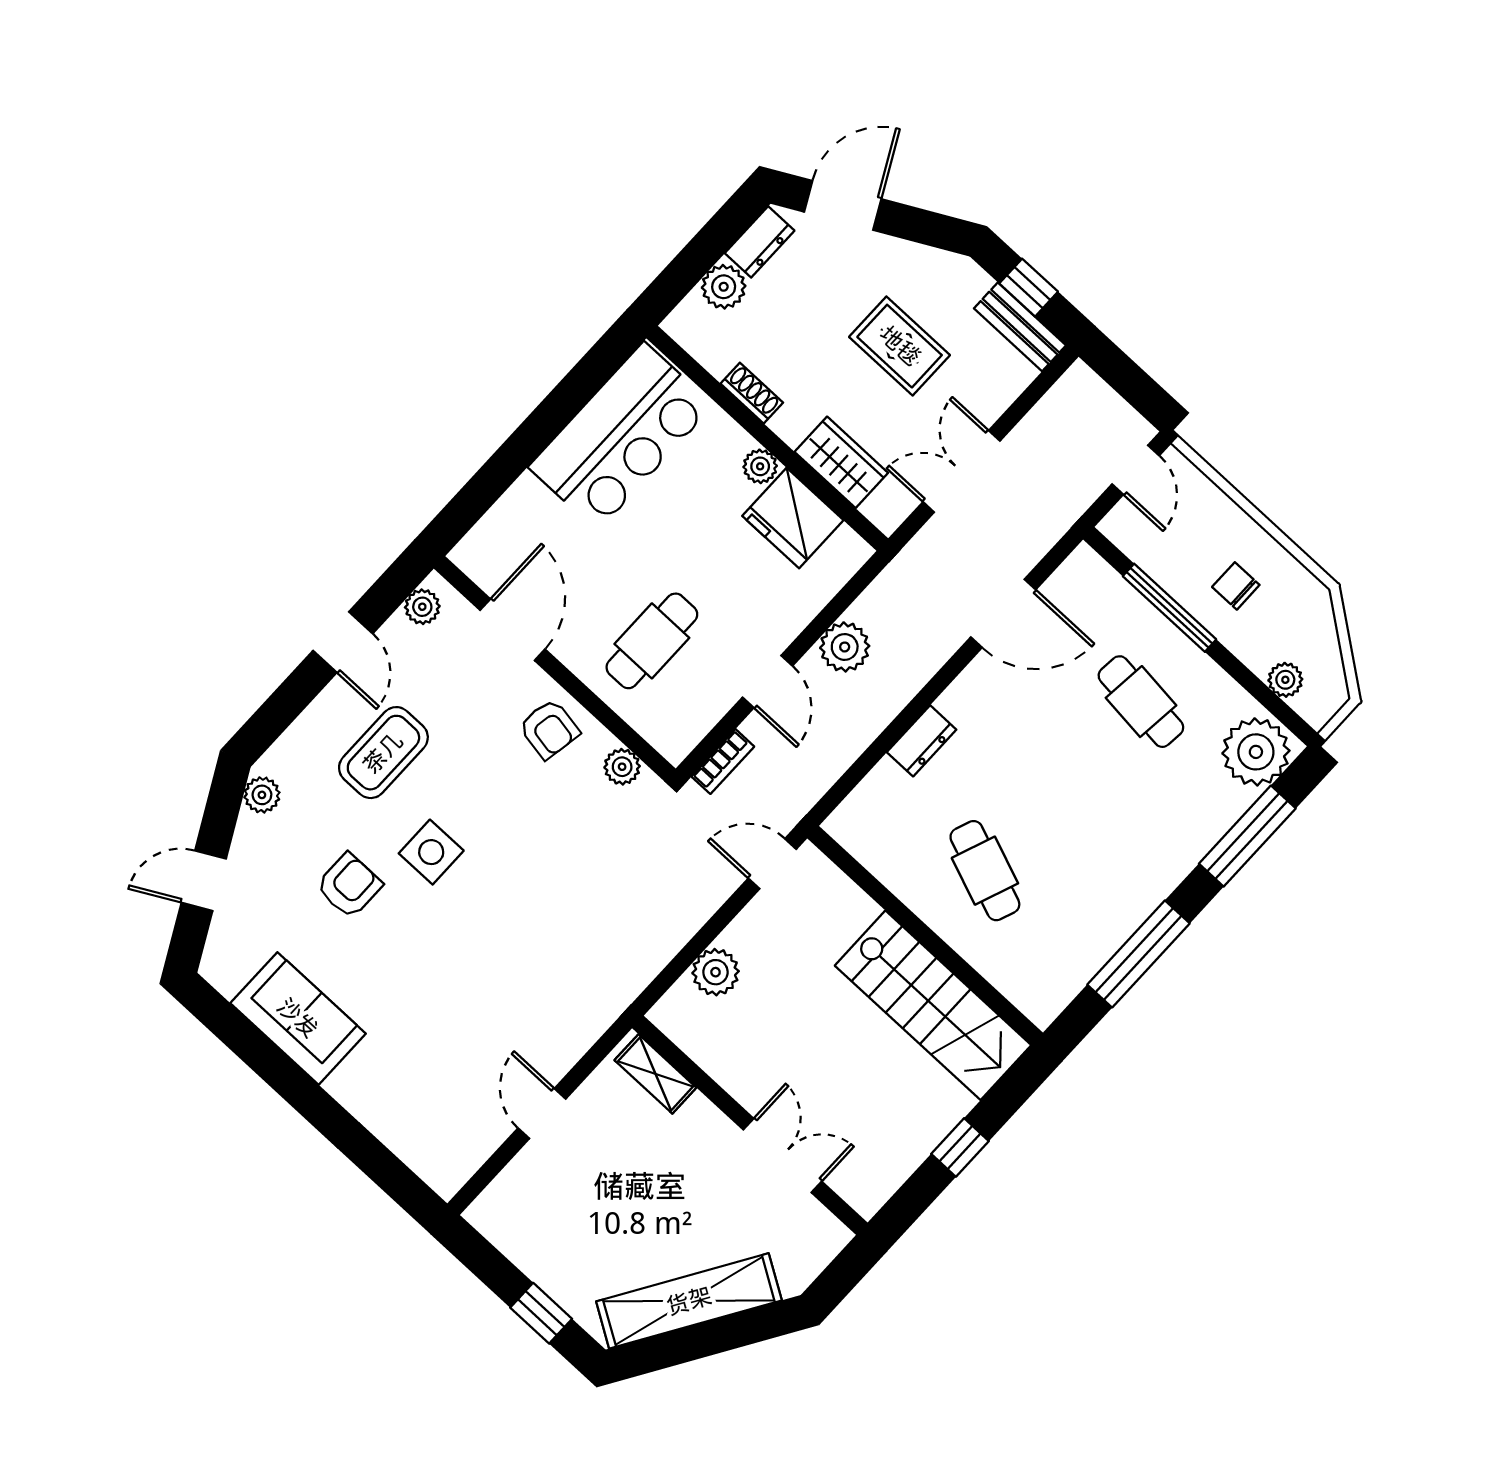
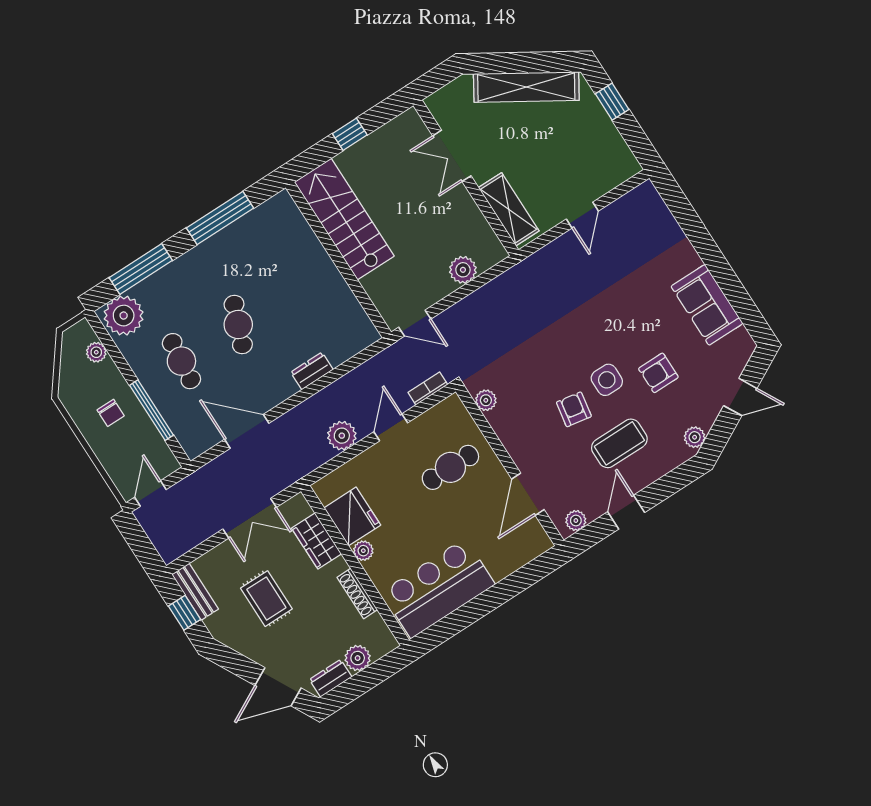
shoe rack: (752, 393) -> (357, 594), width x1.43
armchair: (549, 729) -> (574, 409), moved
cafe table: (985, 871) -> (238, 325), moved
shelving: (655, 1074) -> (509, 209), width x1.50, depth x1.33

